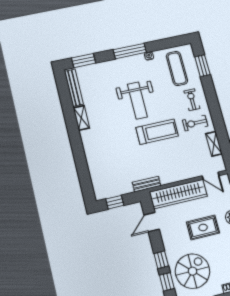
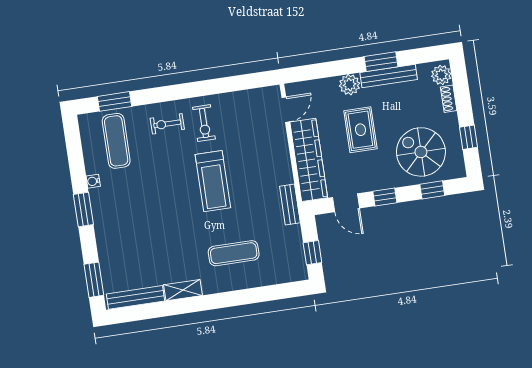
window: (130, 51) -> (83, 209), width x0.69
exercise mat: (177, 68) -> (116, 141), turned 90
weight bench: (137, 101) -> (163, 206), removed
treadmill: (157, 132) -> (213, 181), turned 180
shelving: (214, 144) -> (238, 99), removed
exercise mat: (109, 149) -> (234, 253), added
window: (161, 260) -> (385, 197), moved

